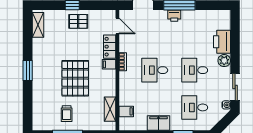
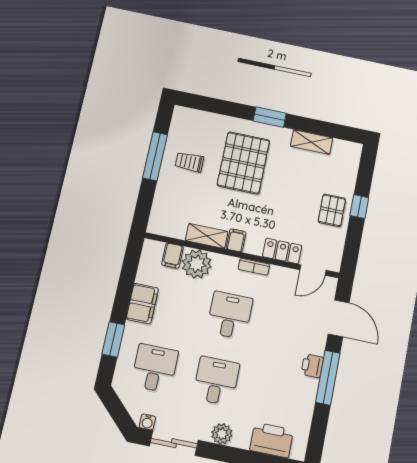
shelving: (38, 25) -> (312, 142), moved
printer: (222, 42) -> (272, 440), moved
filing cabinet: (109, 64) -> (236, 240), moved
pallet: (75, 78) -> (243, 163), moved, turned 90
plant: (128, 96) -> (197, 264), added
shelving: (110, 109) -> (207, 236), moved

